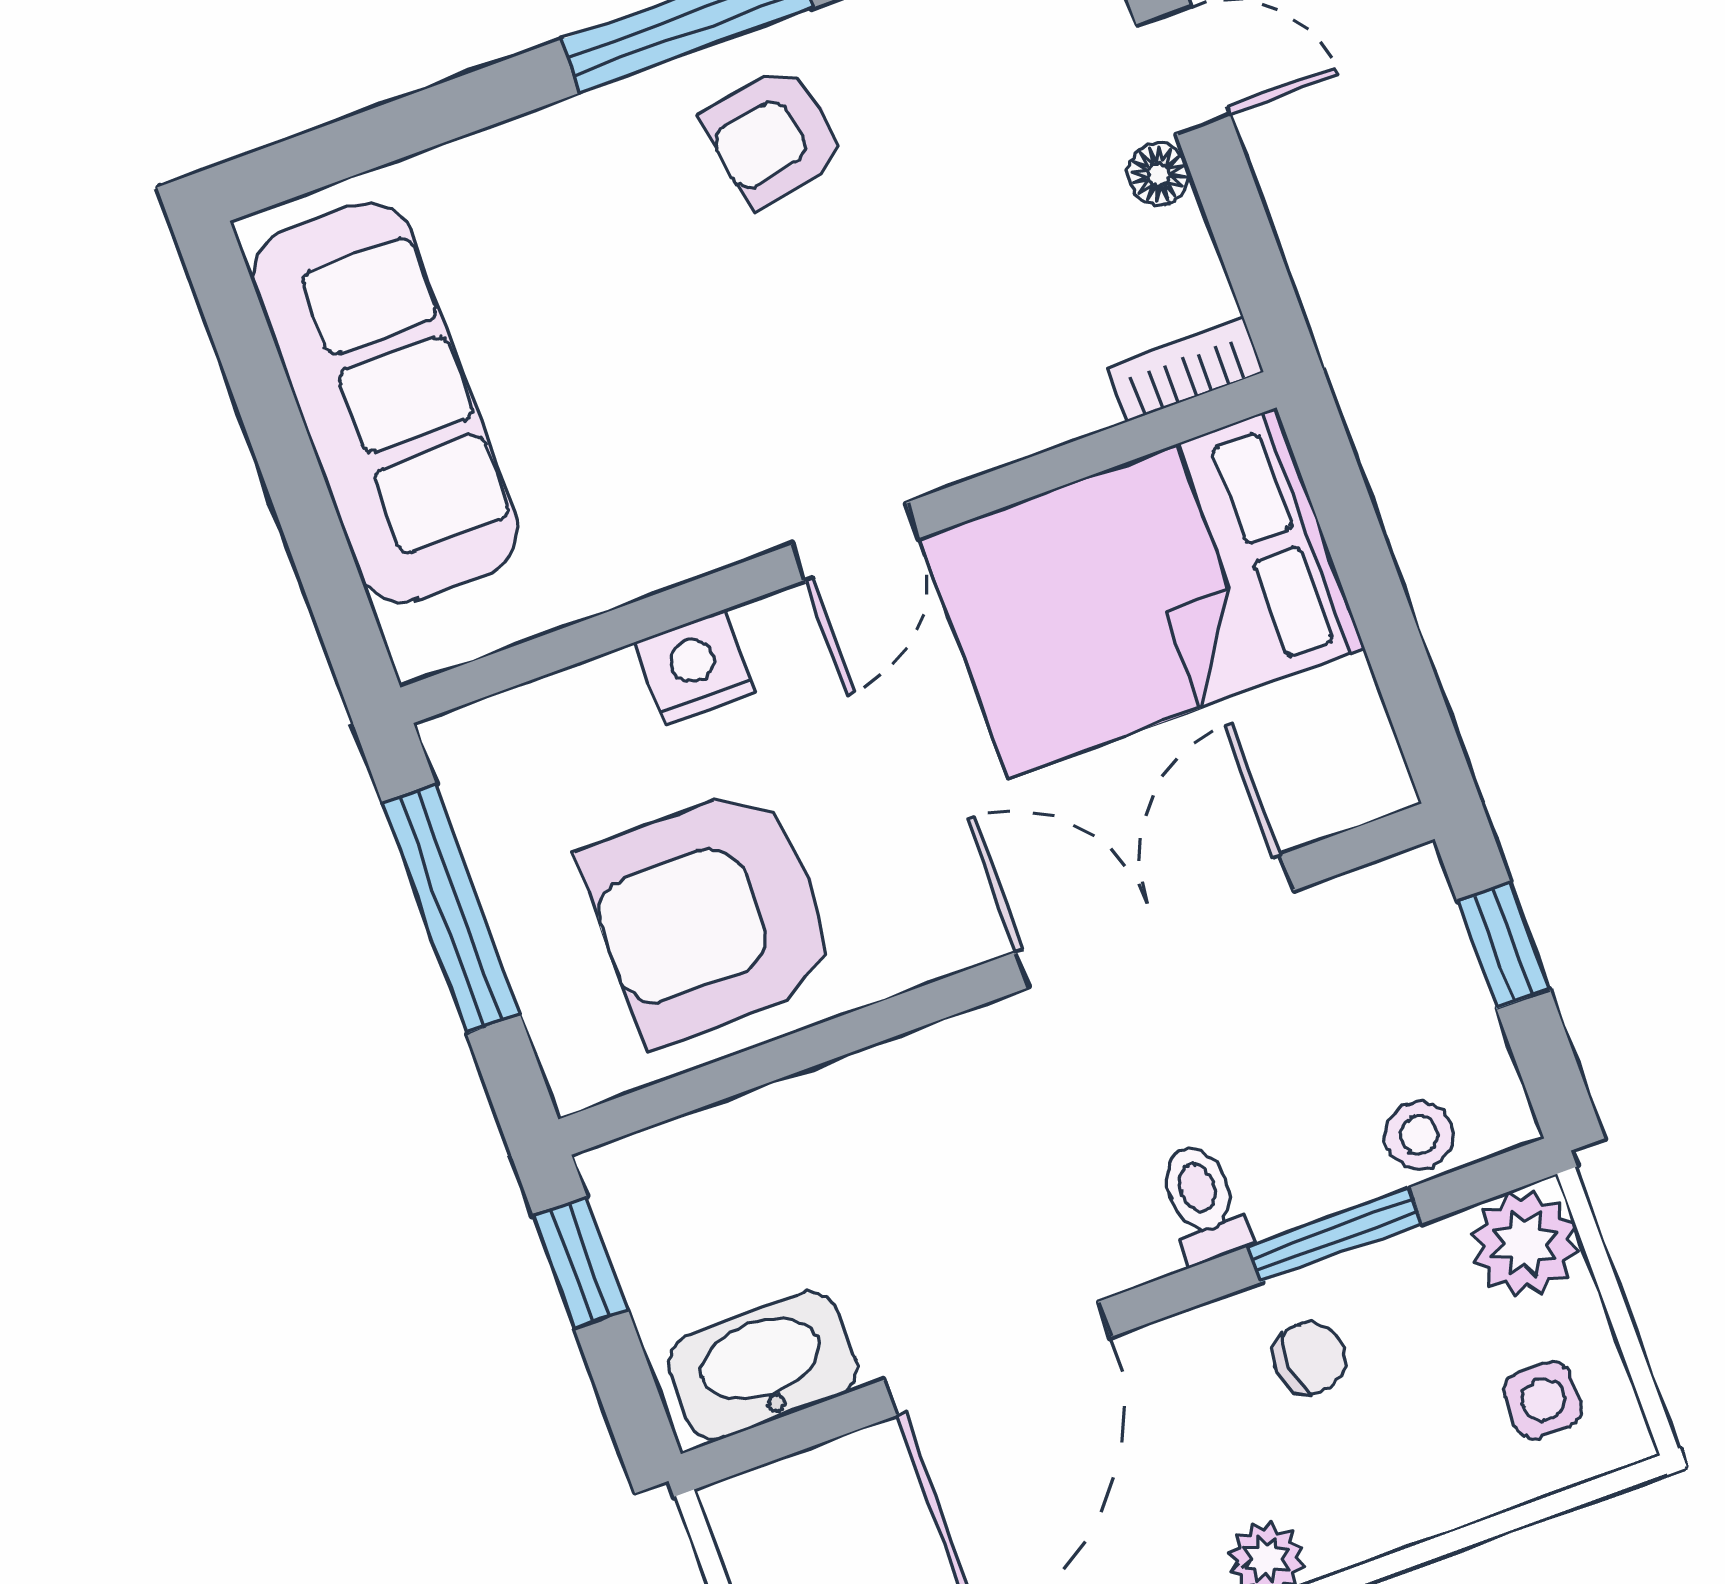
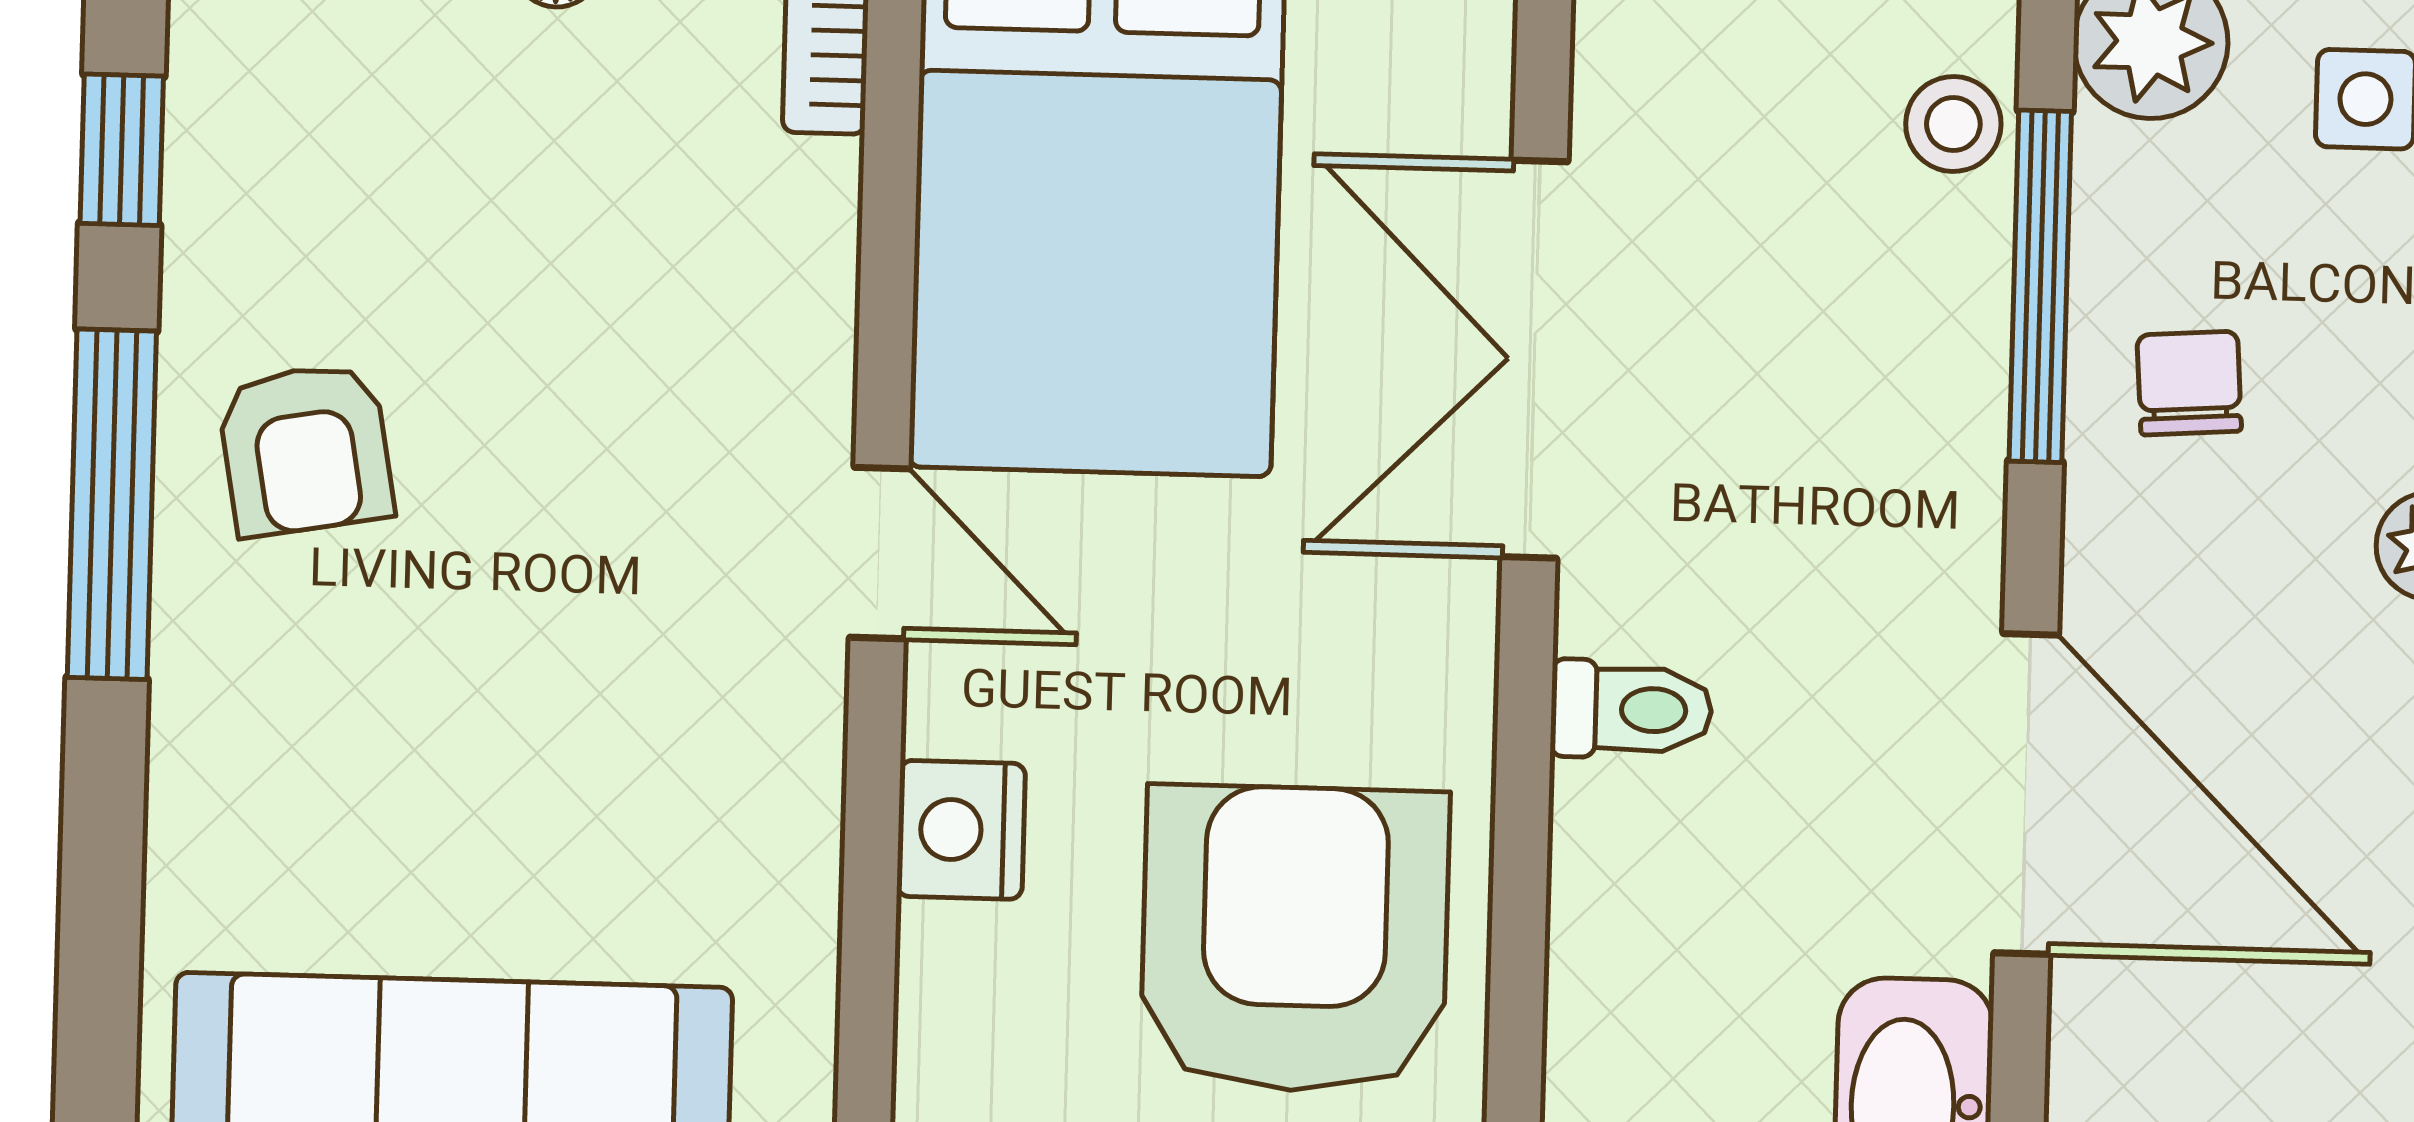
armchair: (710, 915) -> (1295, 939), turned 180
toilet: (1203, 1203) -> (1631, 709), moved, turned 180
window: (1335, 1235) -> (2040, 286), width x1.44

